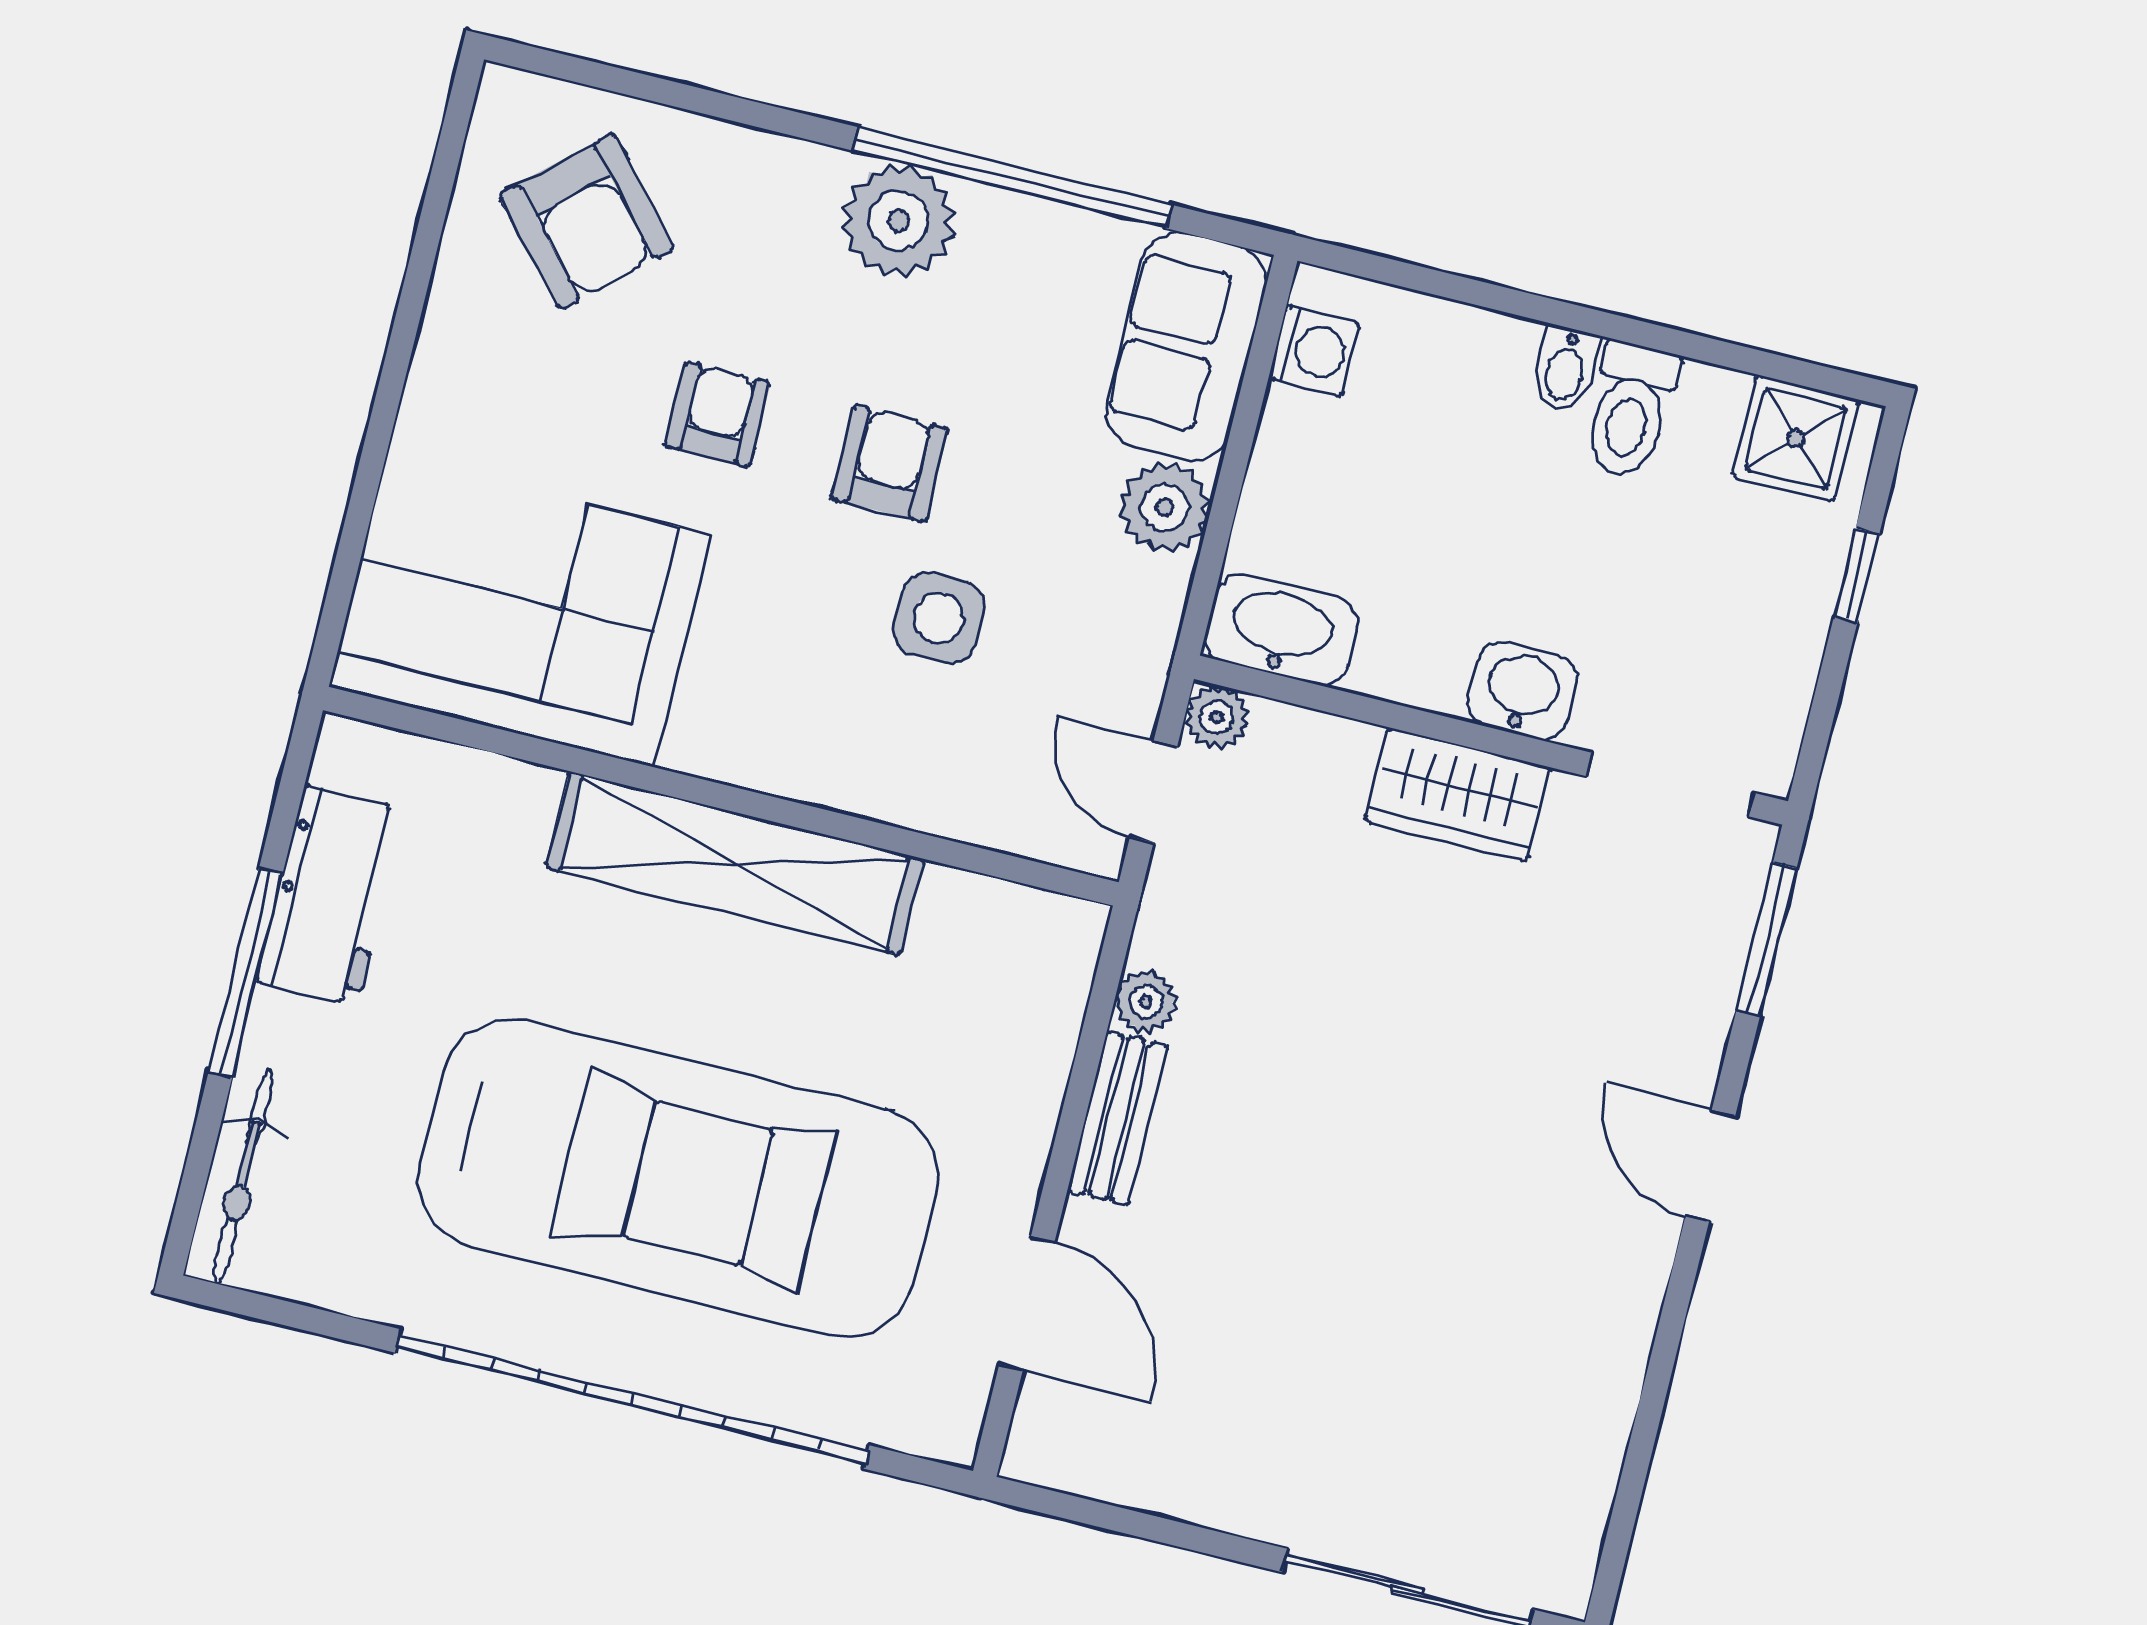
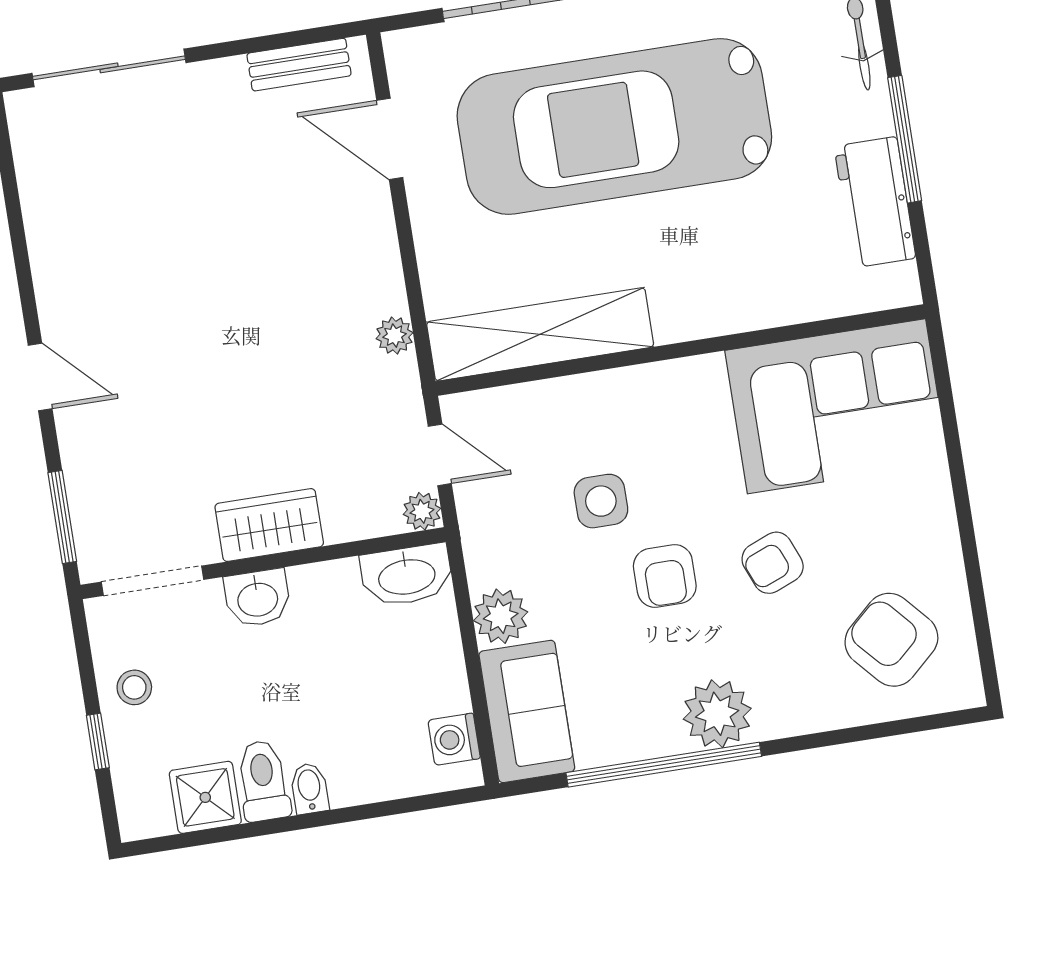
armchair: (718, 414) -> (773, 563), turned 68
shower: (1796, 438) -> (205, 797), moved
stool: (1766, 634) -> (134, 687), added
shelving: (735, 863) -> (540, 334), moved
bench: (1118, 1118) -> (299, 65), moved, turned 90

